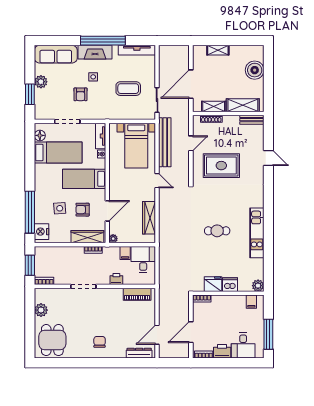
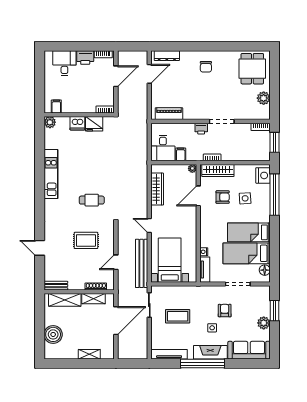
rug: (221, 166) -> (86, 240), width x0.73, depth x0.70
bed: (84, 179) -> (249, 232), moved, turned 180
cafe table: (217, 231) -> (92, 200), moved
printer: (116, 279) -> (201, 129), moved
window: (268, 334) -> (40, 74), removed

